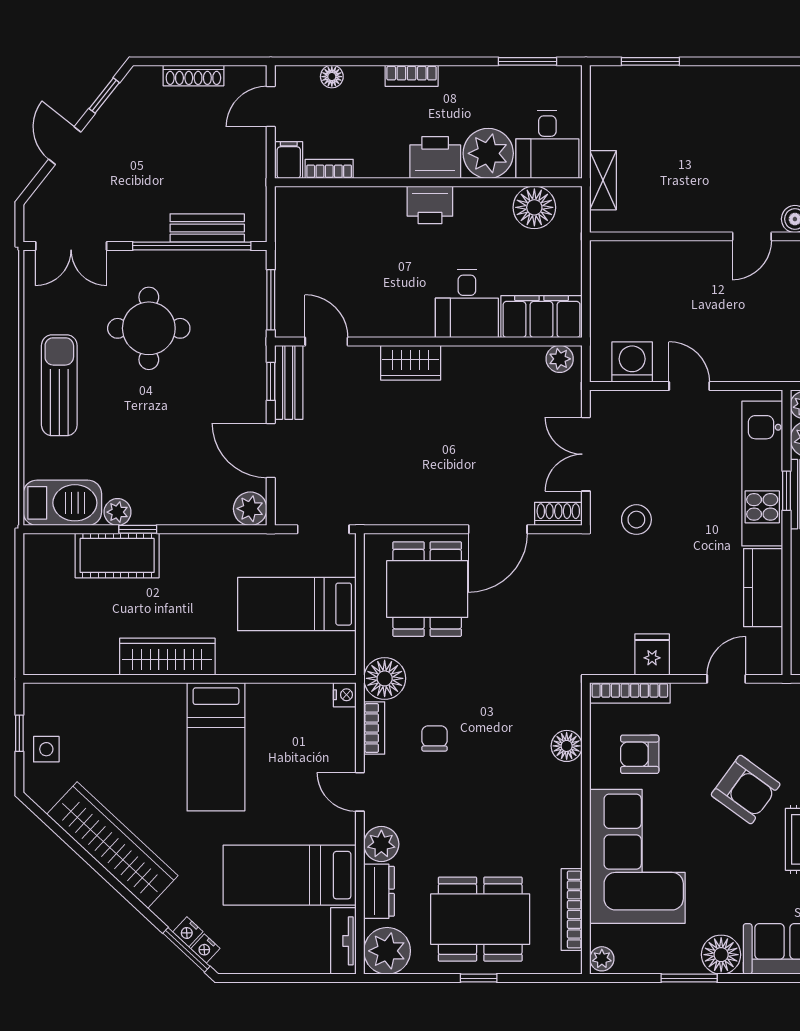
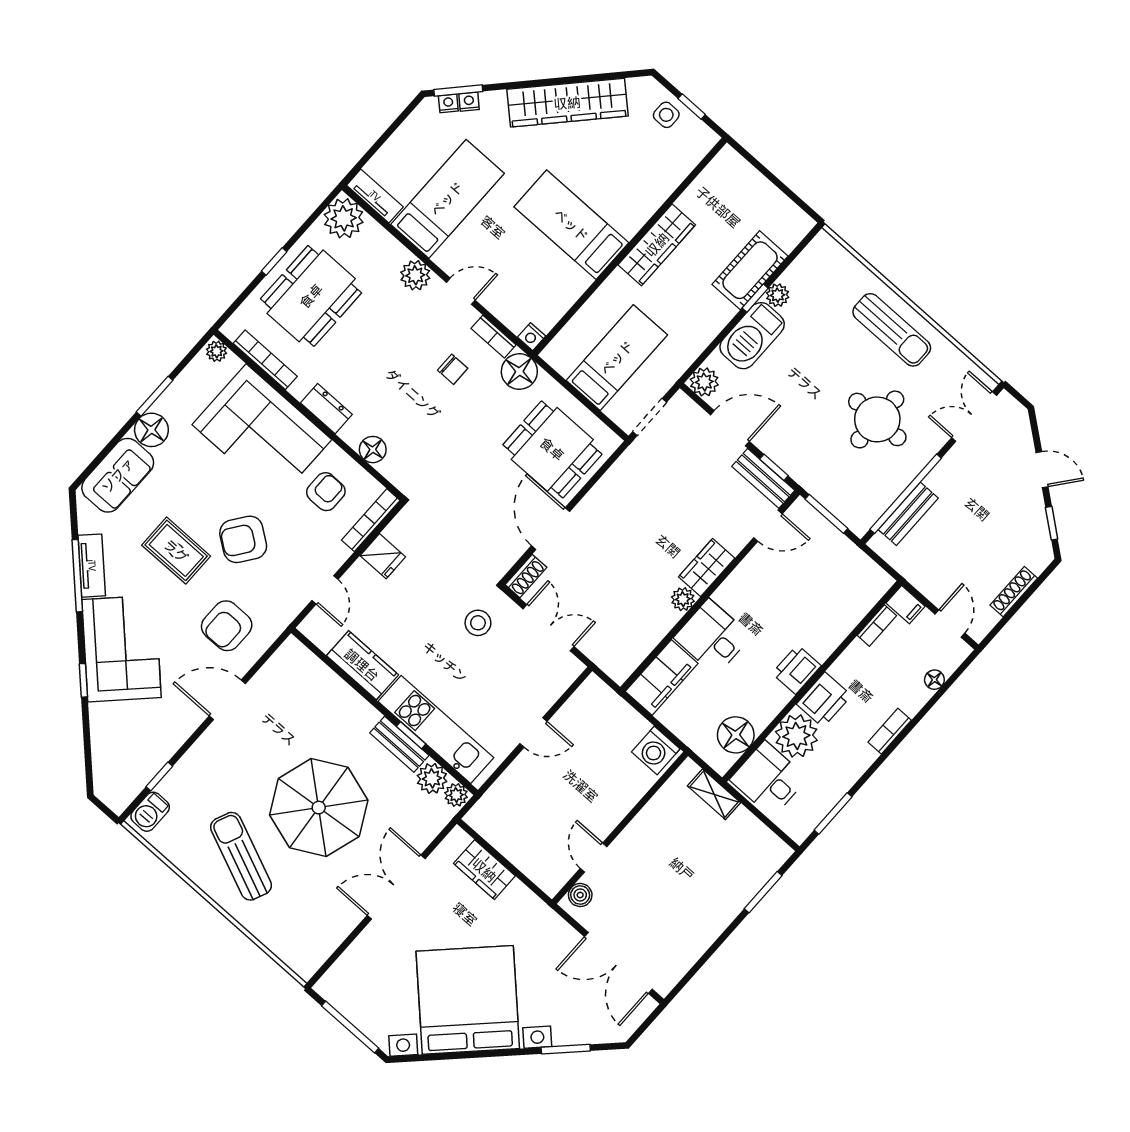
plant: (560, 359) -> (683, 599), moved
washing machine: (632, 362) -> (656, 750), moved, turned 90
barbecue: (62, 503) -> (752, 336), moved
dresser: (379, 891) -> (326, 409), moved, turned 180

